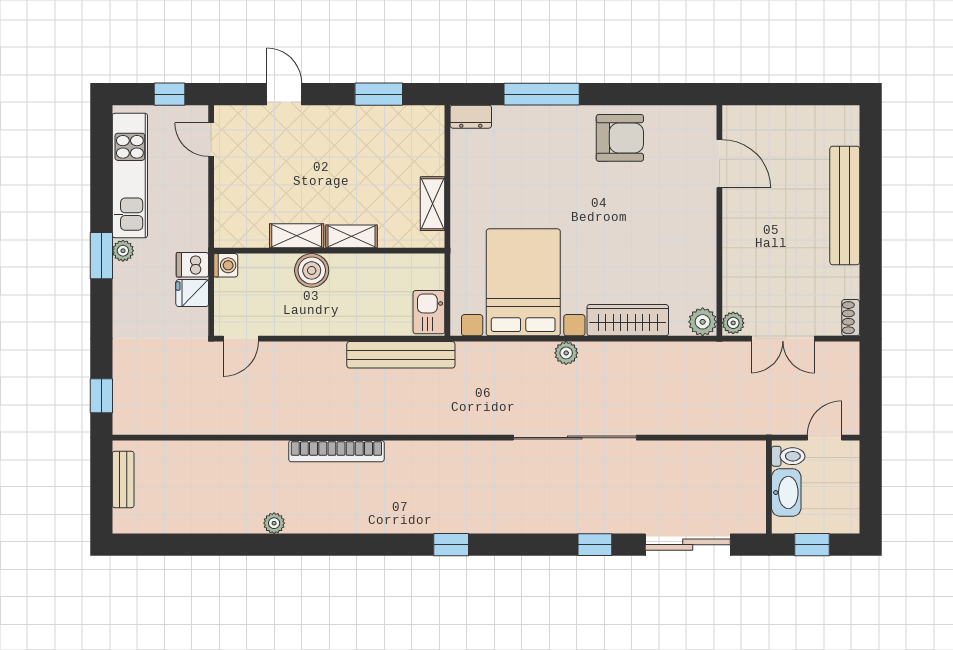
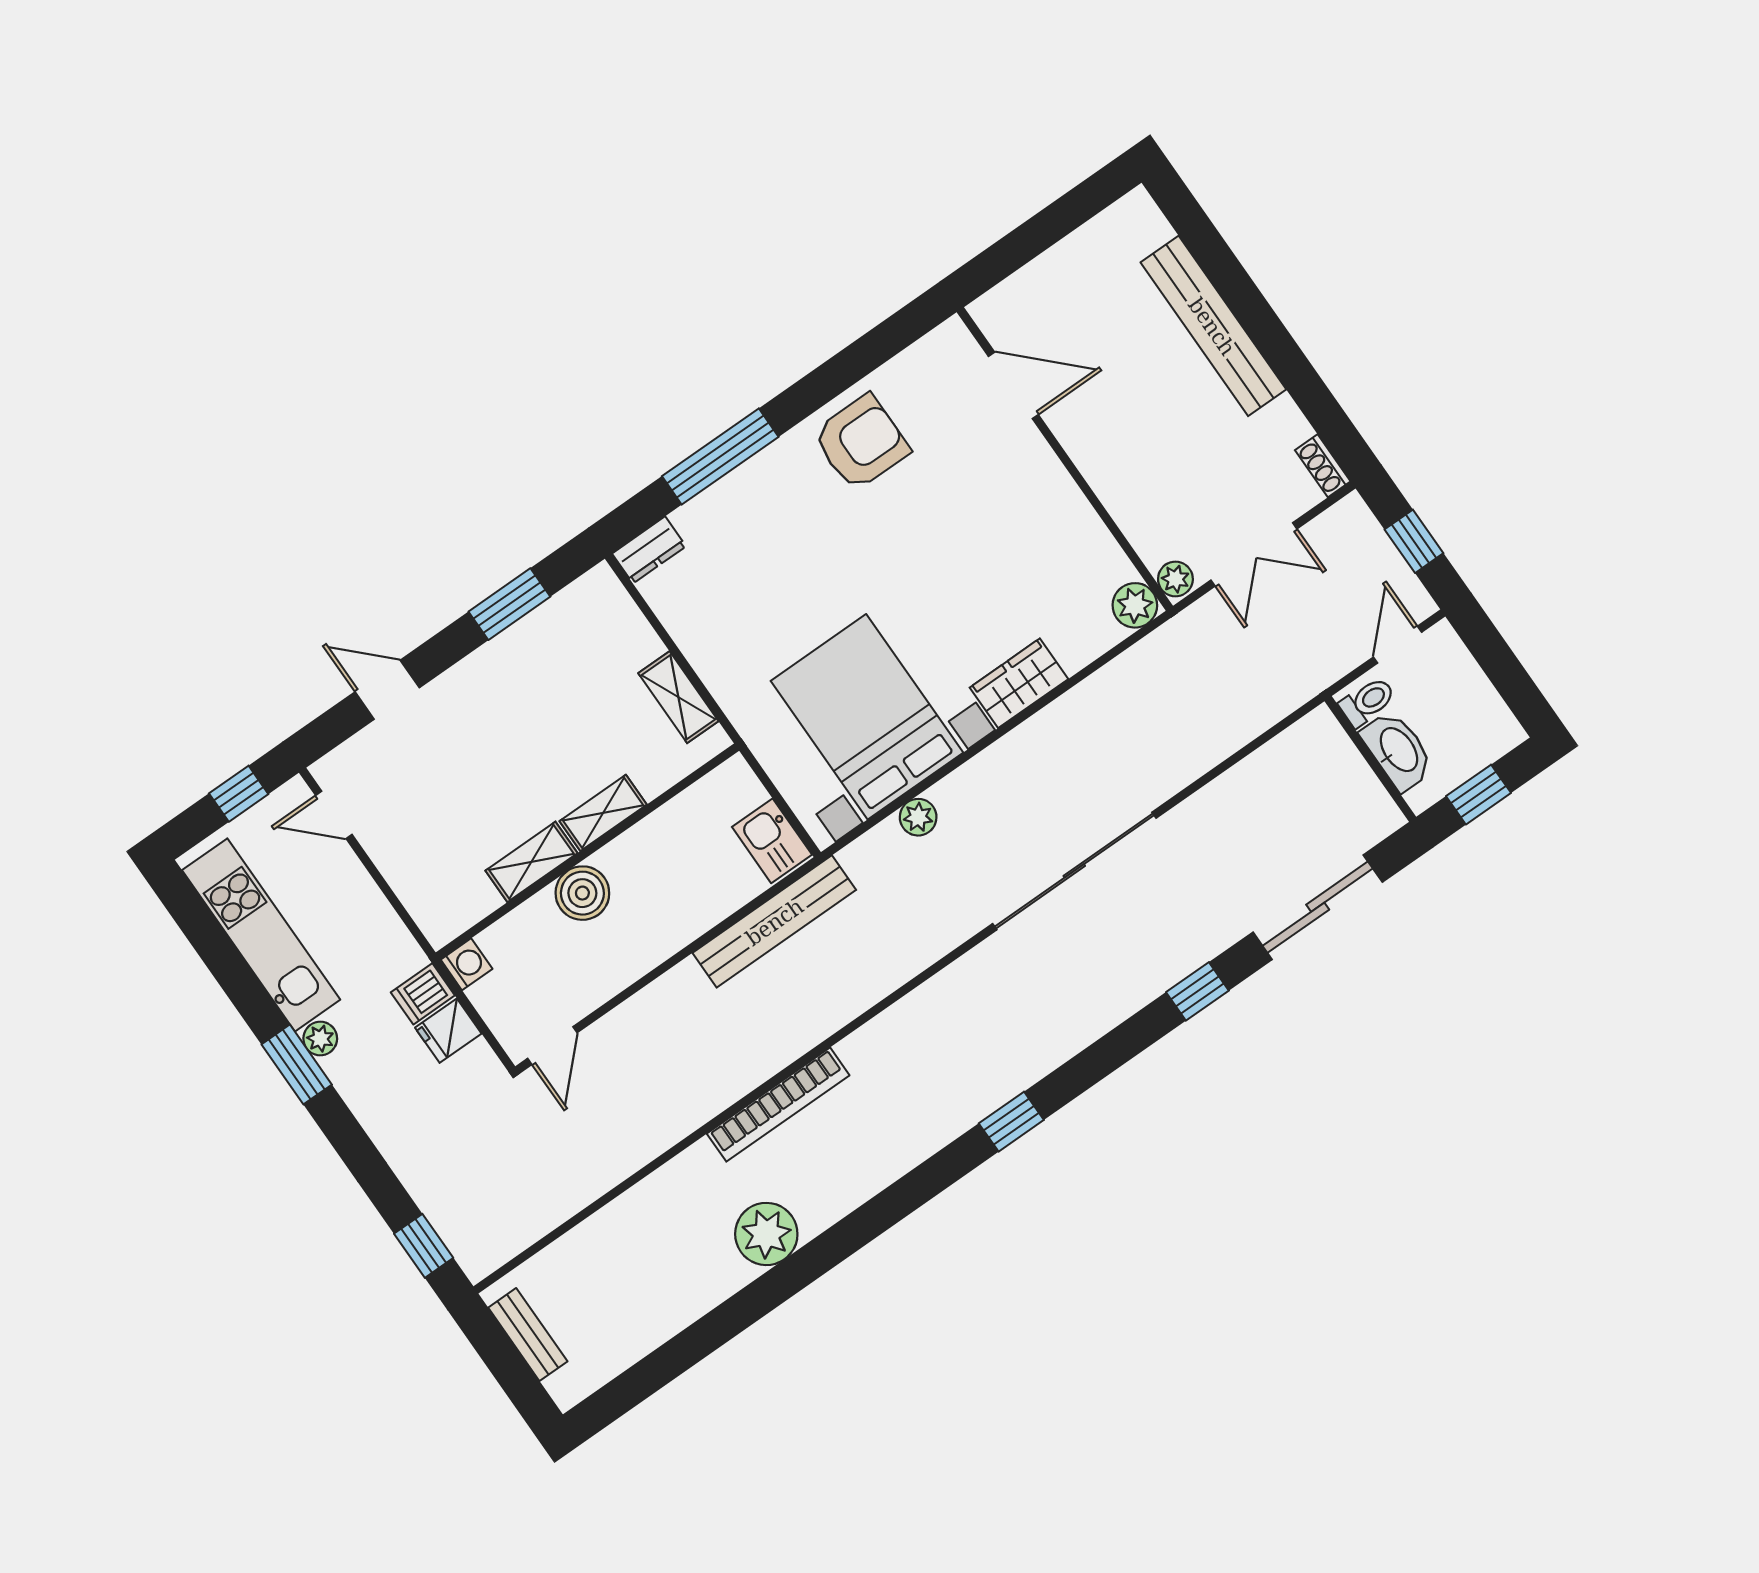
wardrobe: (628, 320) -> (1019, 683), width x0.67
plant: (566, 353) -> (918, 817), moved
window: (871, 390) -> (1414, 541), added
plant: (274, 523) -> (766, 1234), width x1.87, depth x1.87

